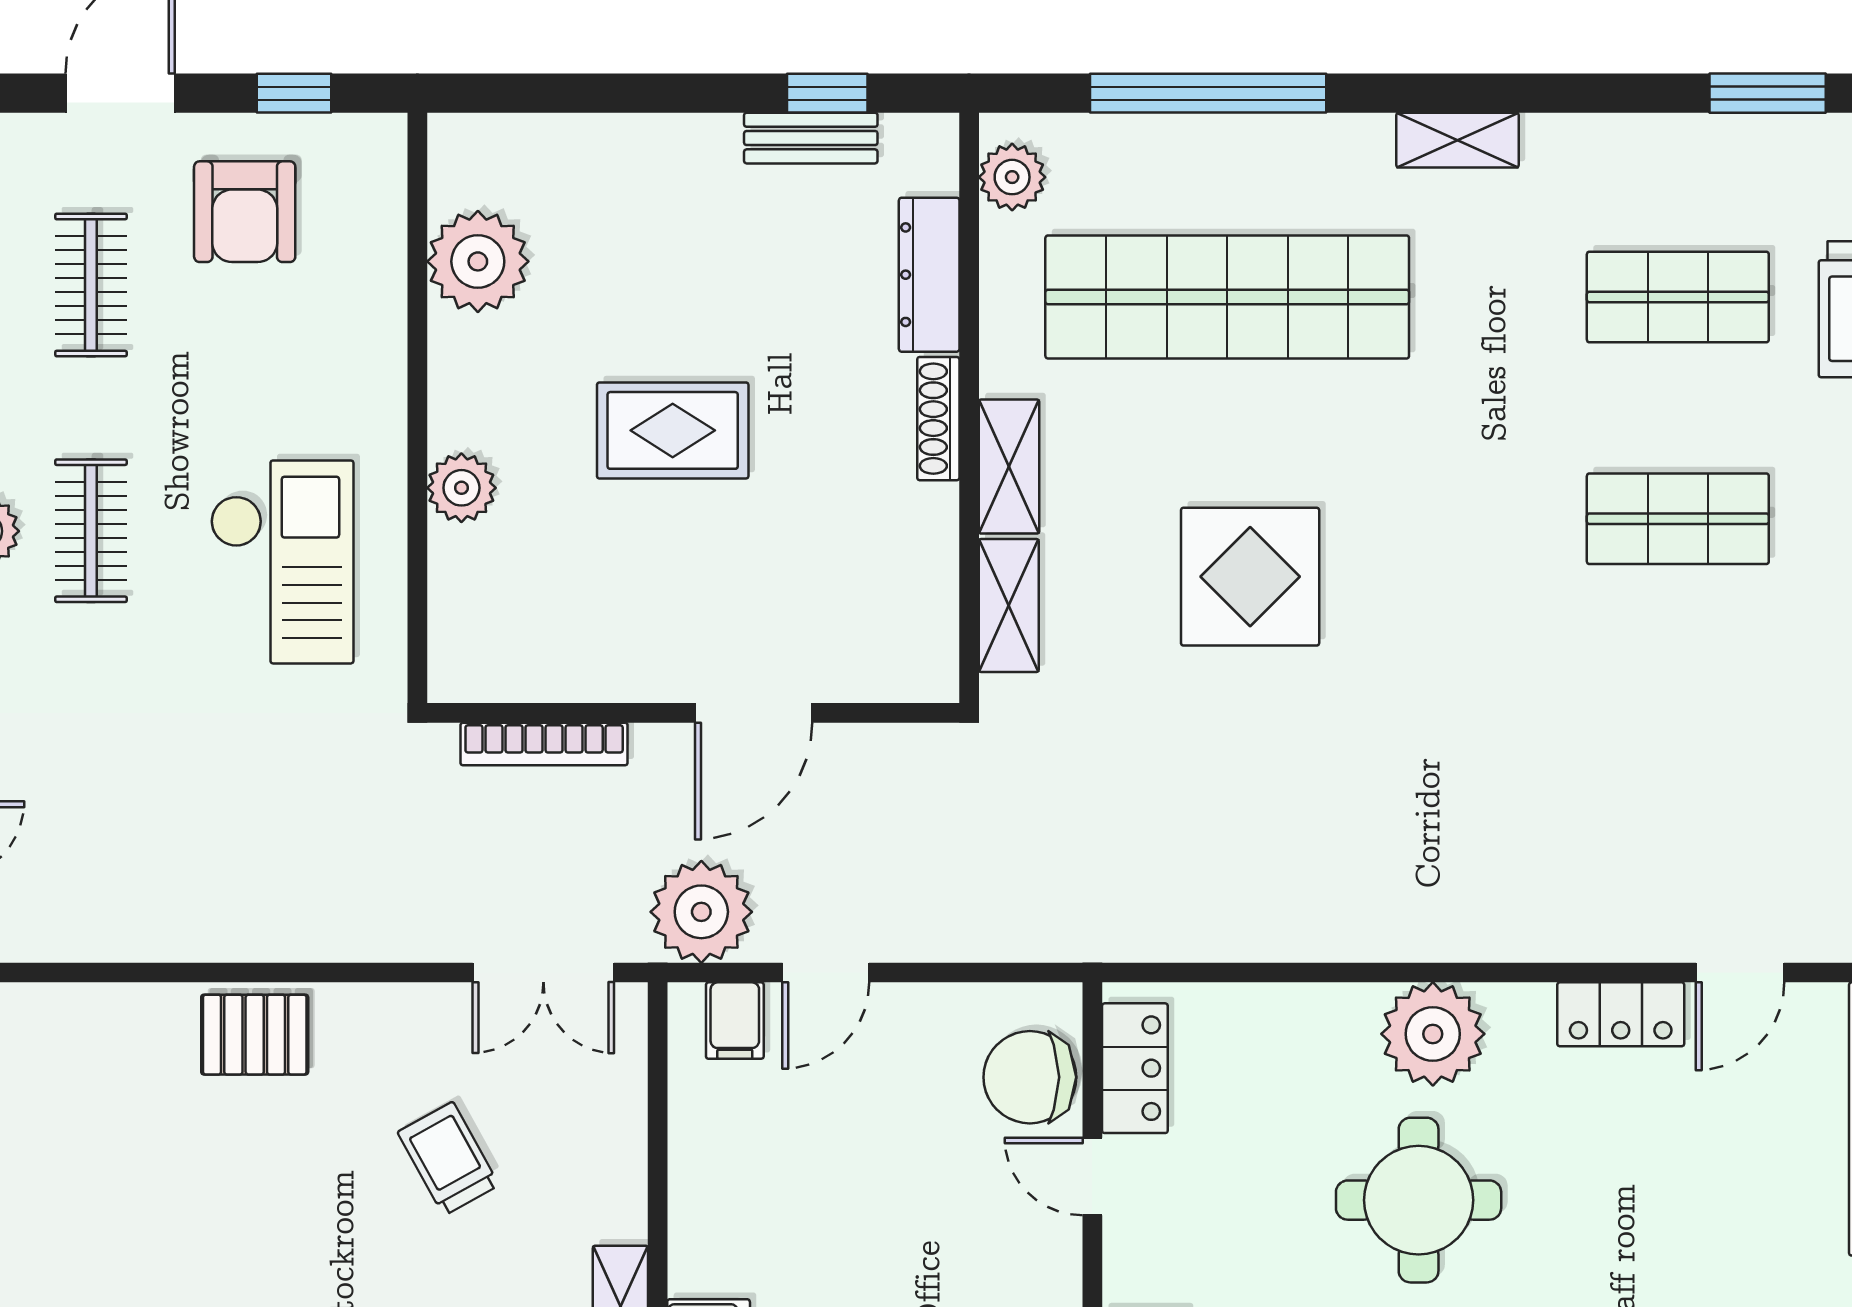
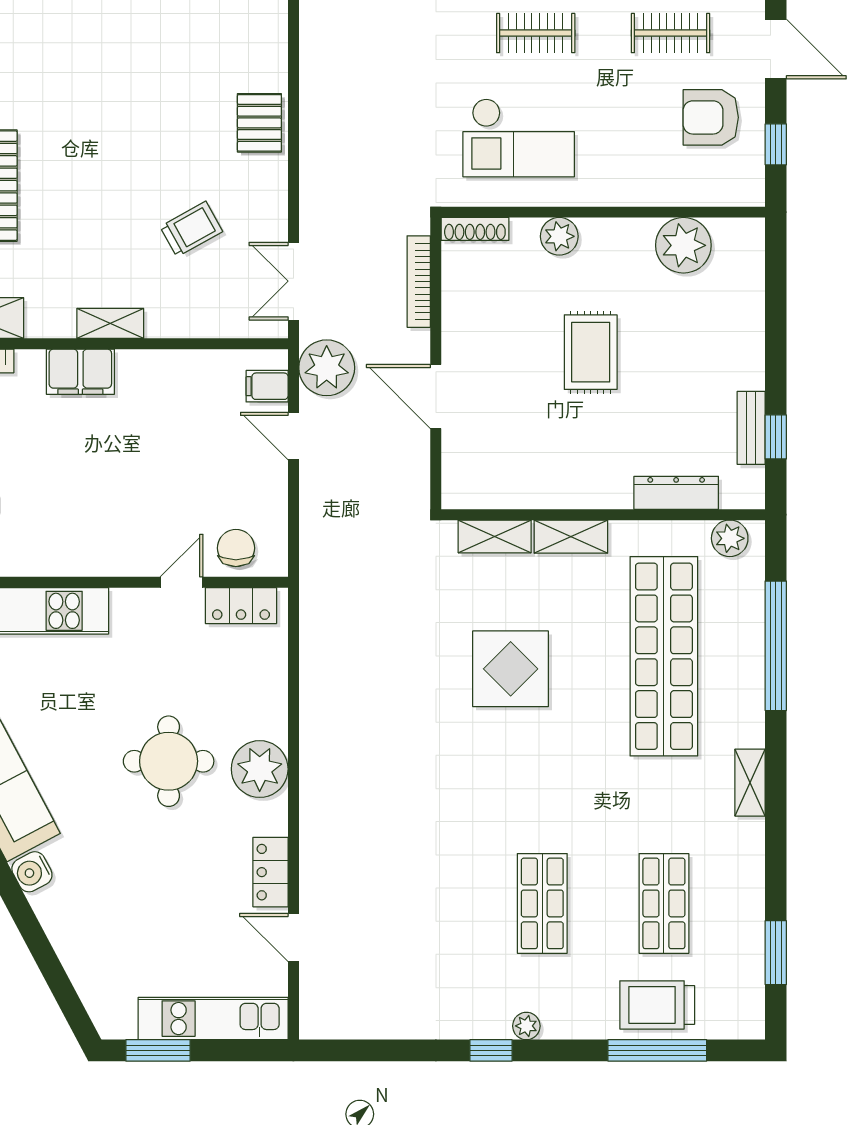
shoe rack: (938, 419) -> (475, 229), moved, turned 180
chair: (1030, 1077) -> (236, 548), width x0.73, depth x0.73

